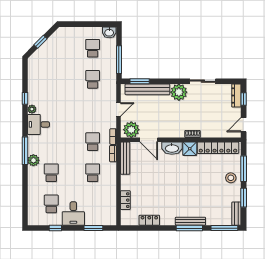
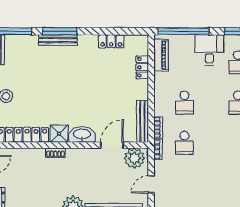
door: (149, 140) -> (112, 145), hinge flipped
piano: (111, 210) -> (161, 55), added
window: (93, 228) -> (183, 31), width x2.11

